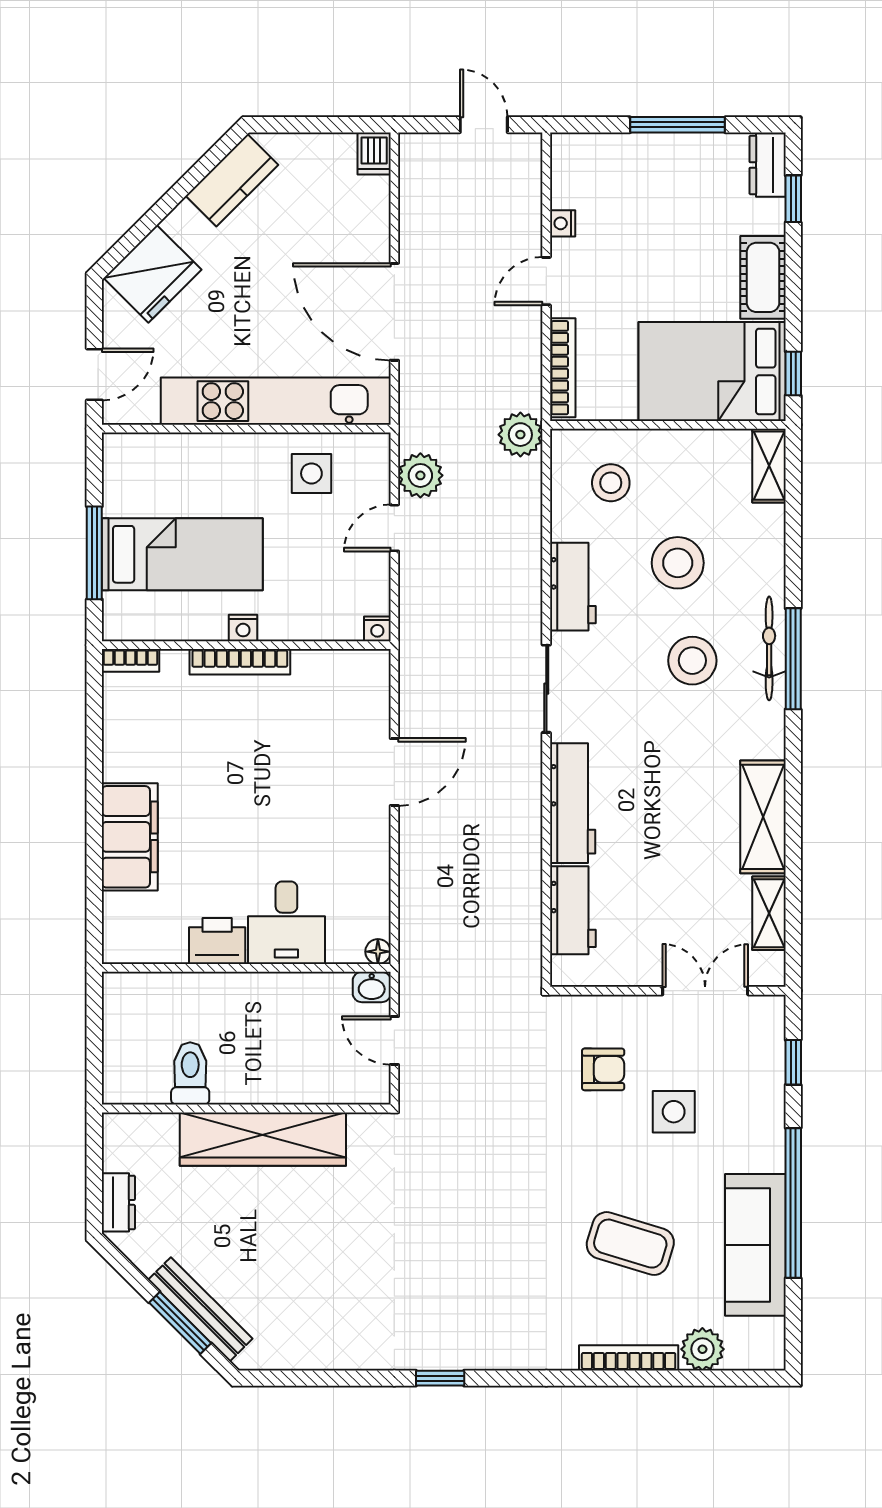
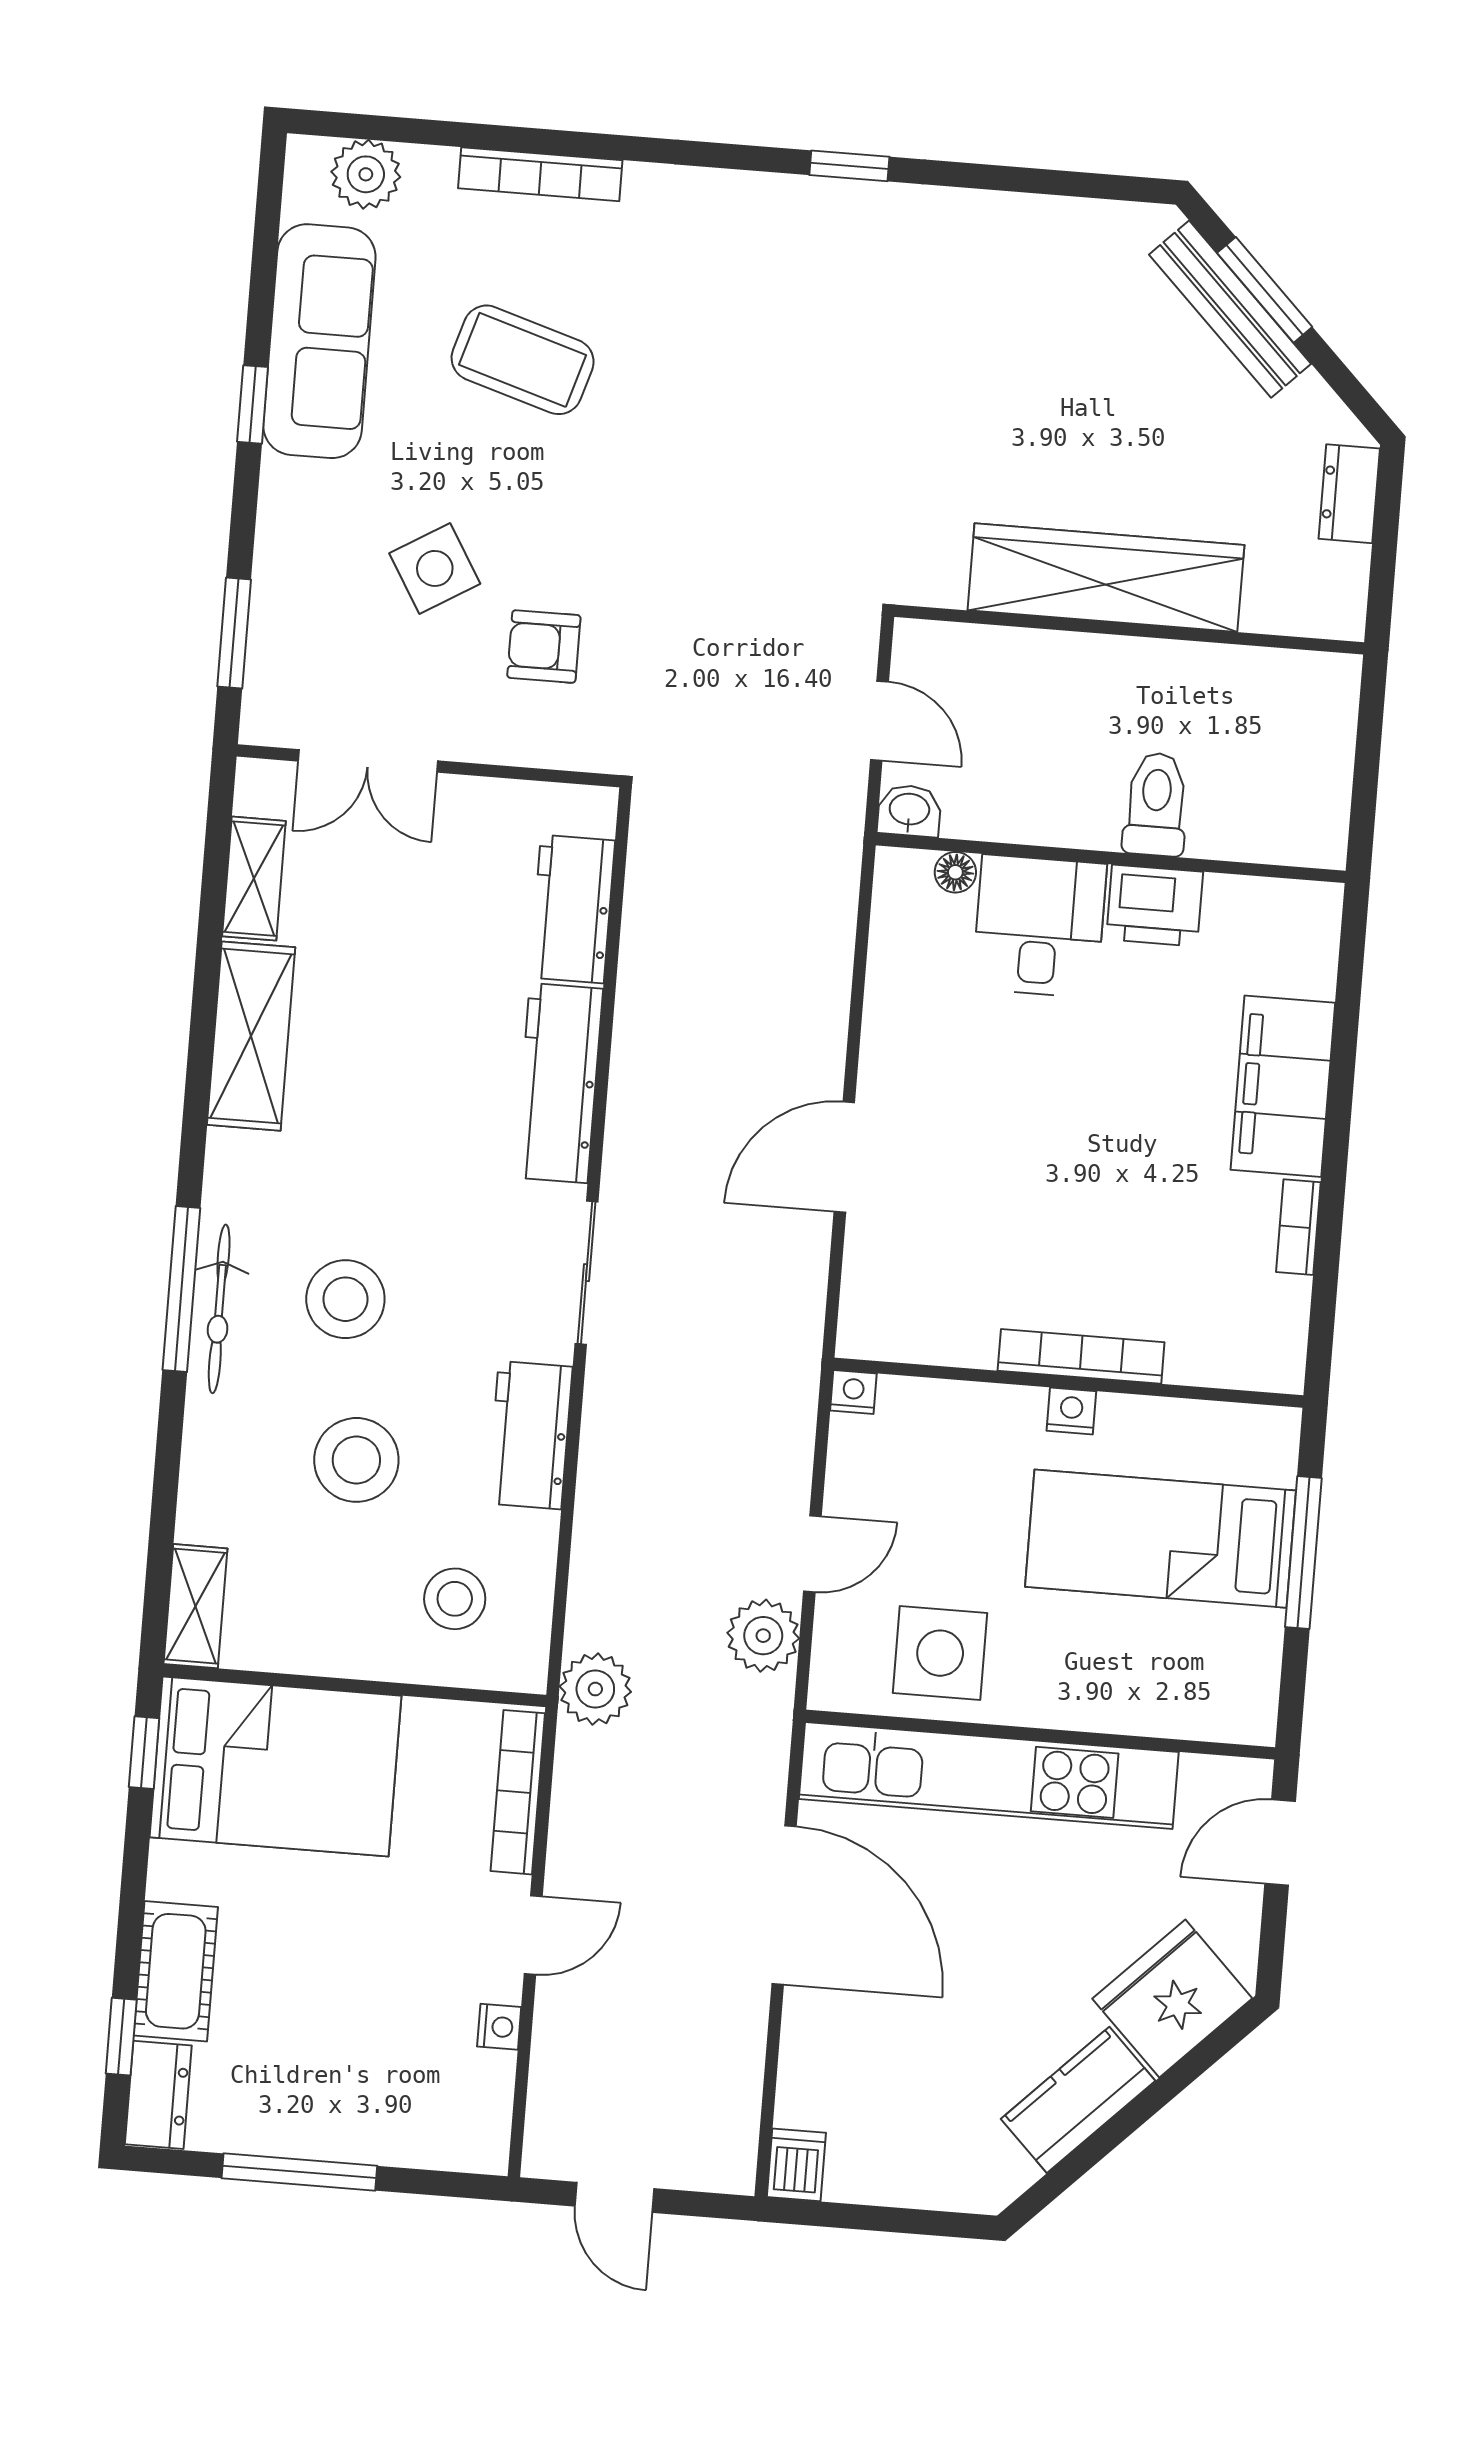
kitchen counter: (232, 180) -> (1078, 2100), moved
cot: (763, 277) -> (176, 1971), moved
side table: (311, 473) -> (940, 1653), width x1.37, depth x1.37
bookcase: (130, 660) -> (1298, 1227), moved, turned -90
floor lamp: (378, 952) -> (955, 872), moved
window: (793, 1062) -> (234, 633), width x1.50
toilet: (190, 1073) -> (1156, 804), moved, turned 180
side table: (674, 1112) -> (435, 568), turned -31
window: (793, 1203) -> (253, 404), width x0.32
plant: (702, 1349) -> (366, 174), moved

